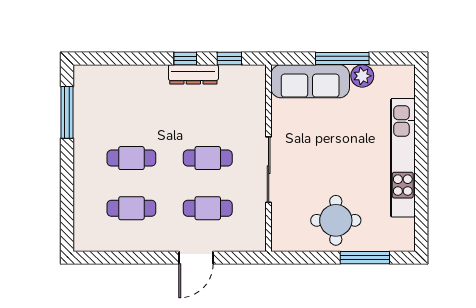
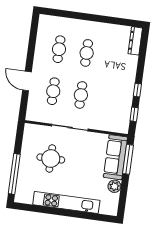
window: (342, 58) -> (128, 159), moved
dresser: (193, 74) -> (135, 41), moved
window: (67, 112) -> (117, 21), removed
round table: (336, 220) -> (51, 158), moved
window: (365, 258) -> (14, 174), width x1.46

